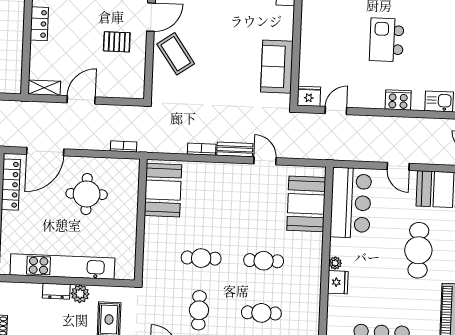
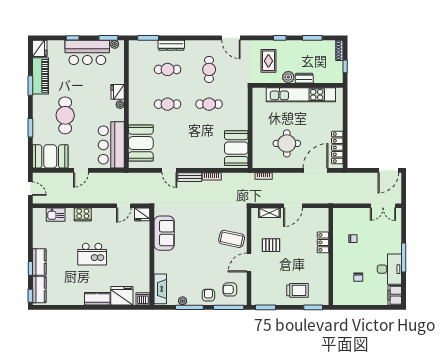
locker: (39, 24) -> (323, 242), moved
kitchen island: (387, 40) -> (92, 254), turned 90
coffee table: (176, 54) -> (232, 239), turned -43
shelving: (44, 88) -> (269, 213), moved
door: (398, 166) -> (81, 170), swing flipped

